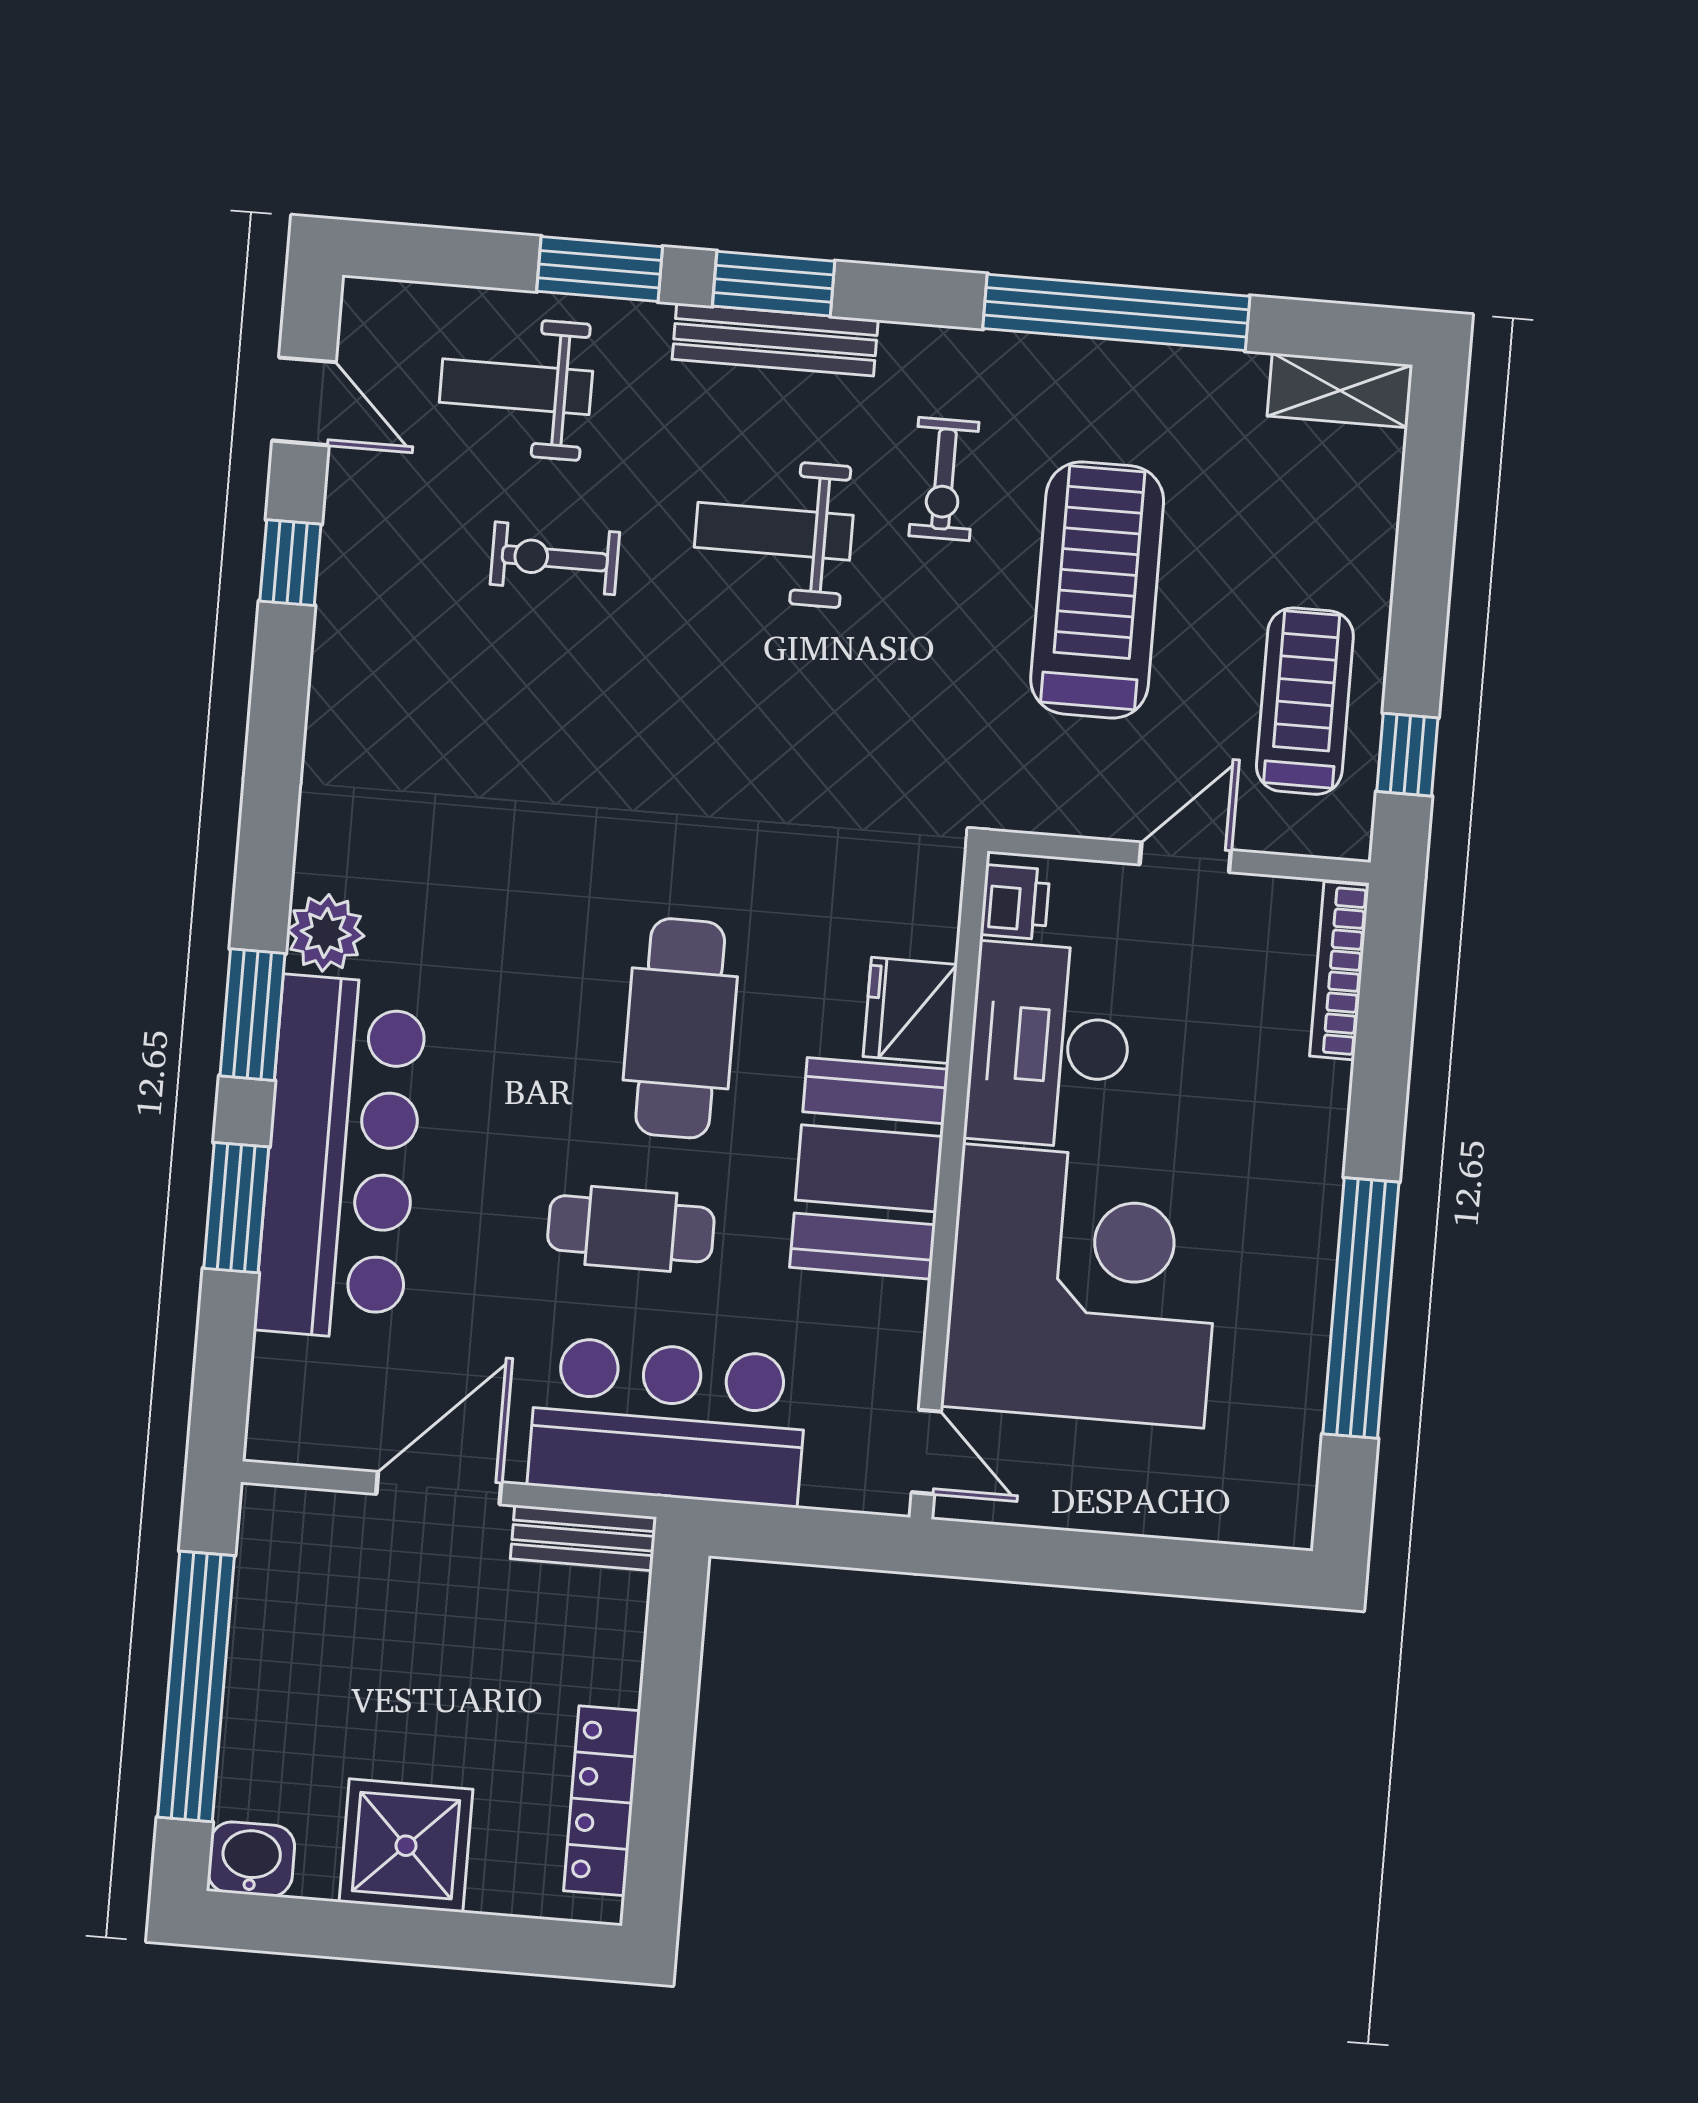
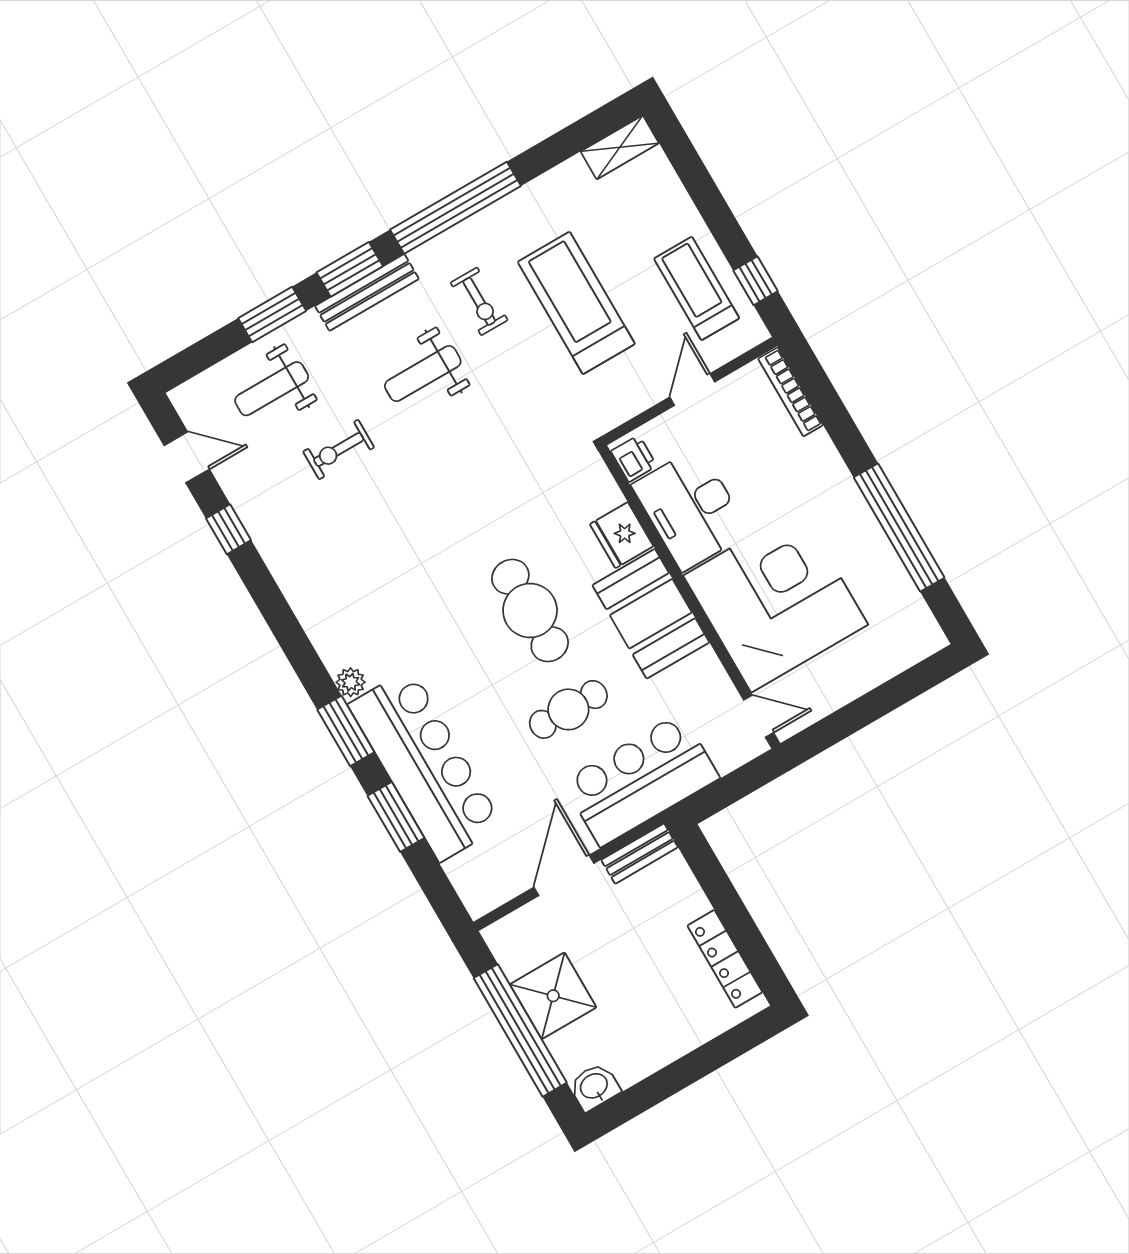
window: (1116, 312) -> (456, 208), moved
plant: (326, 933) -> (351, 682), width x0.73, depth x0.73
shower: (406, 1846) -> (553, 996), moved

